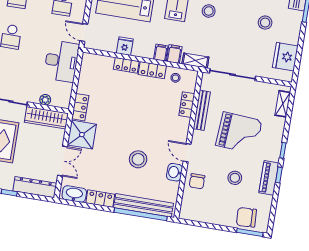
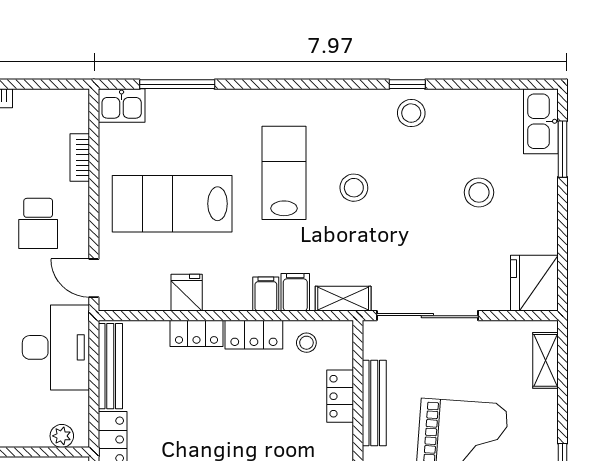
fridge: (285, 57) -> (534, 283), moved
bench: (85, 74) -> (110, 366), added
plant: (45, 100) -> (62, 436), moved

